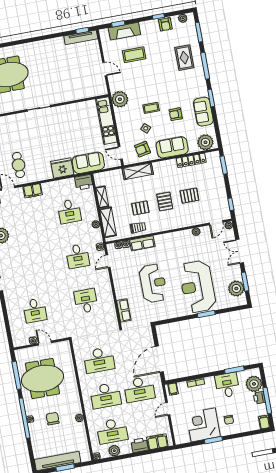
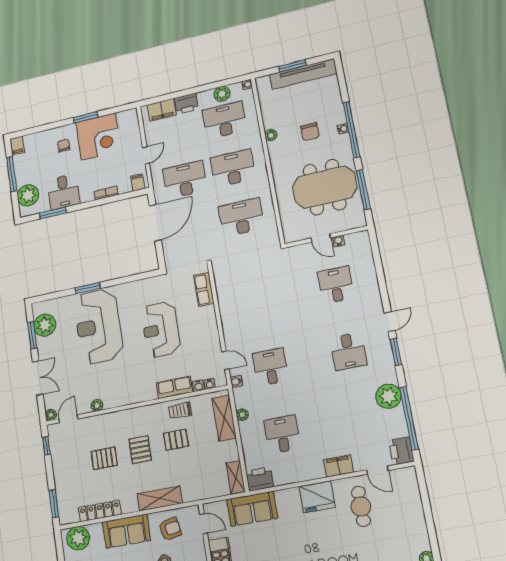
fridge: (62, 168) -> (317, 497), moved
shelving: (138, 171) -> (160, 499), moved
shelving: (102, 197) -> (236, 477), moved
door: (108, 261) -> (225, 360), hinge flipped
reception desk: (197, 287) -> (98, 326), turned 180
desk: (86, 301) -> (348, 351), moved
printer: (259, 398) -> (22, 177), removed

